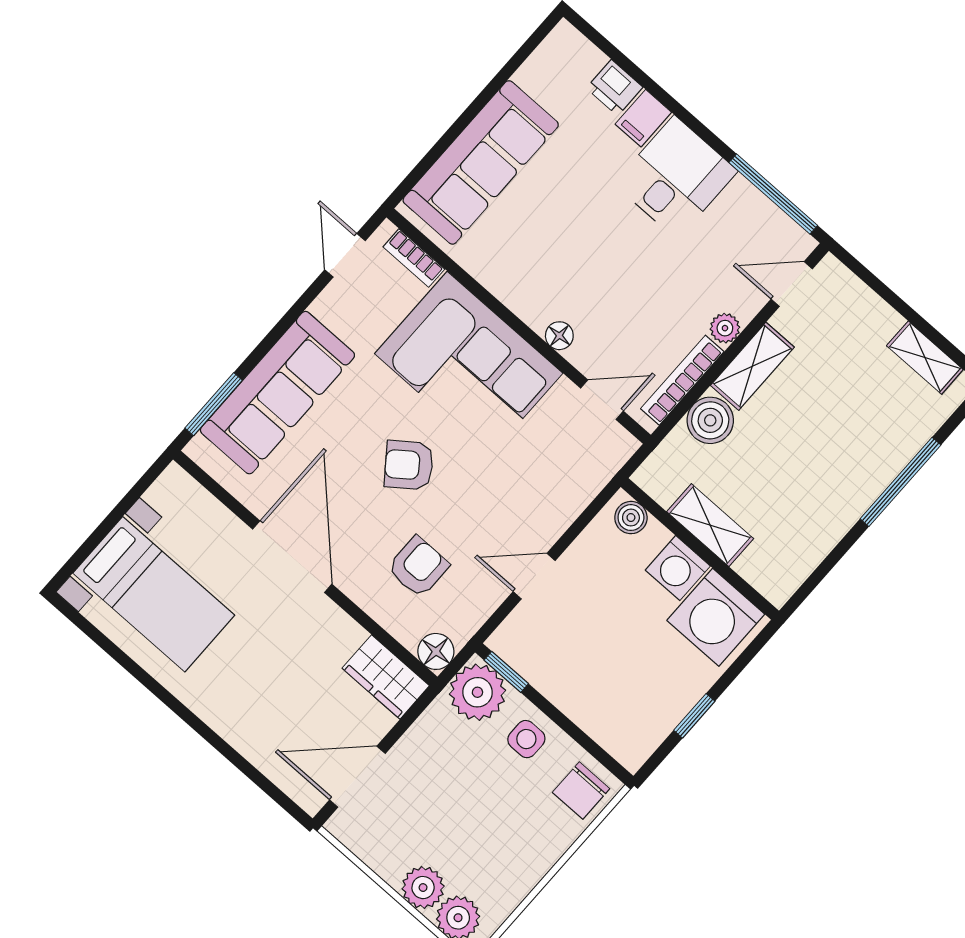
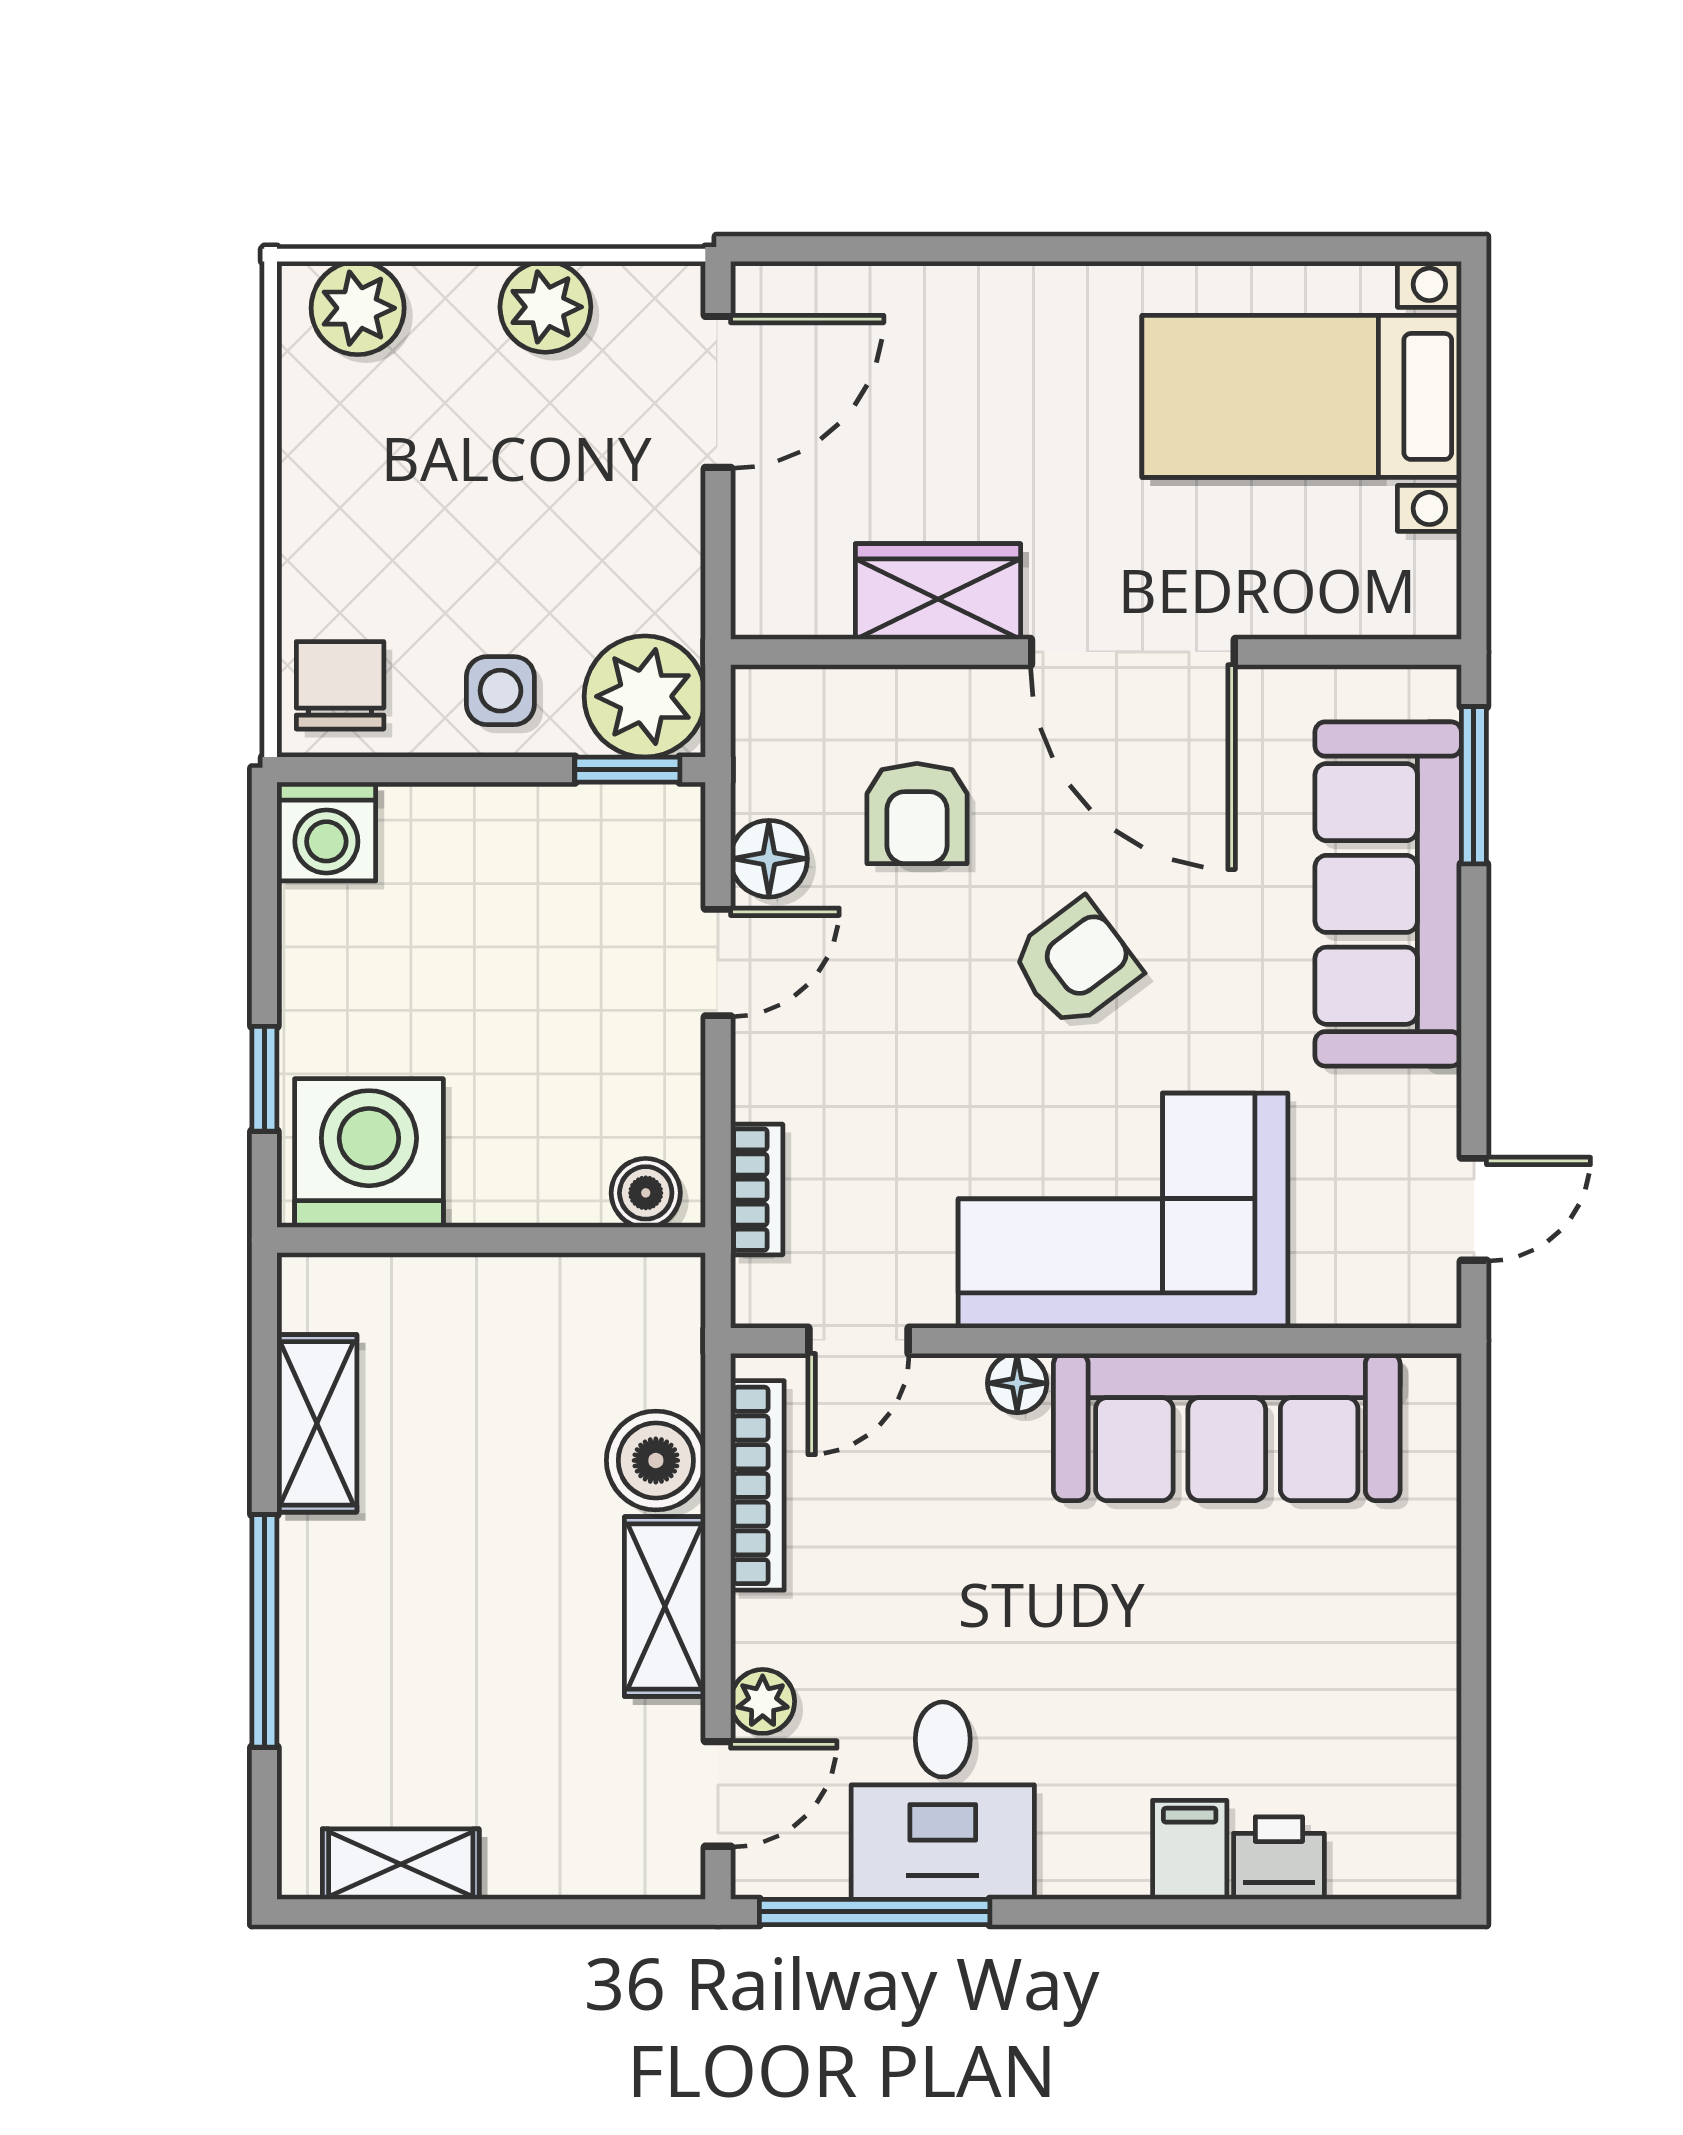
sofa: (481, 162) -> (1227, 1427), moved, turned -90
desk: (676, 177) -> (943, 1801), moved
door: (345, 255) -> (1474, 1209), hinge flipped
bookcase: (414, 258) -> (757, 1190), moved, turned 90
plant: (725, 328) -> (763, 1701), moved
shelving: (710, 525) -> (317, 1423), moved, turned 90
washing machine: (678, 568) -> (326, 832), moved, turned 180
floor lamp: (436, 651) -> (769, 859), moved
wardrobe: (386, 677) -> (938, 592), moved
window: (694, 716) -> (264, 1079), moved
plant: (423, 888) -> (545, 307), moved

